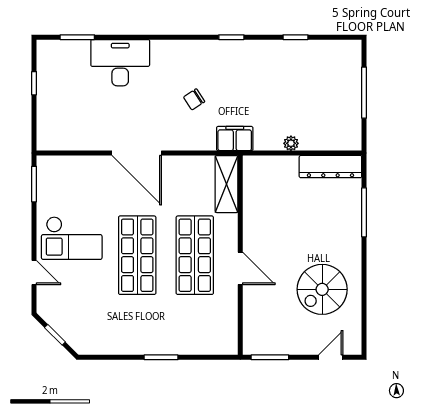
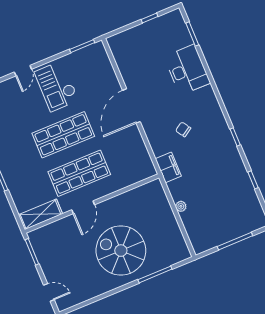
dresser: (330, 167) -> (176, 239), removed
shelving: (227, 184) -> (40, 214), moved
spiral stairs: (322, 289) -> (121, 251), moved, width x1.37, depth x1.37

